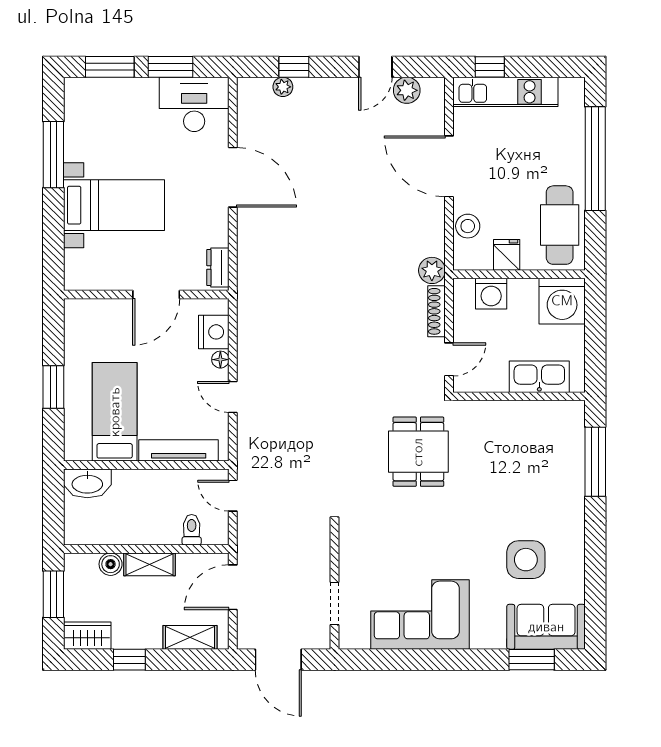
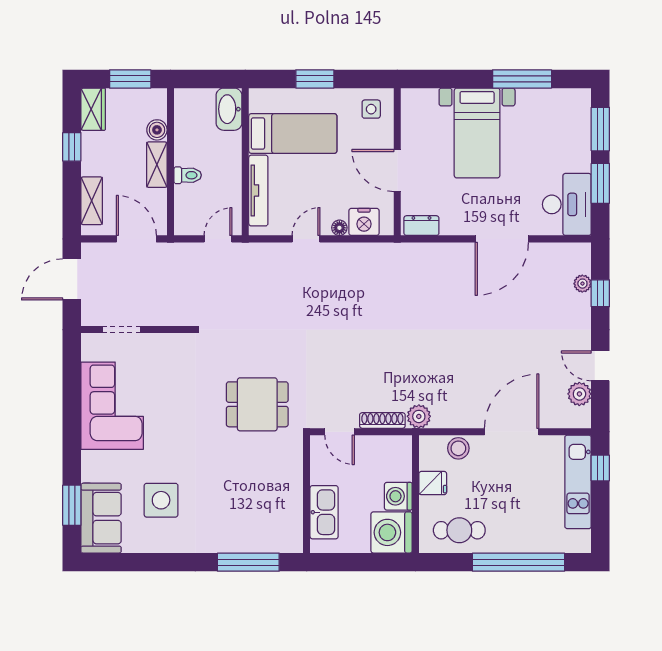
cafe table: (560, 225) -> (459, 530), width x0.73, depth x0.74
washing machine: (491, 294) -> (398, 496), moved
side table: (87, 324) -> (371, 109), added
toilet: (192, 530) -> (188, 175), moved

